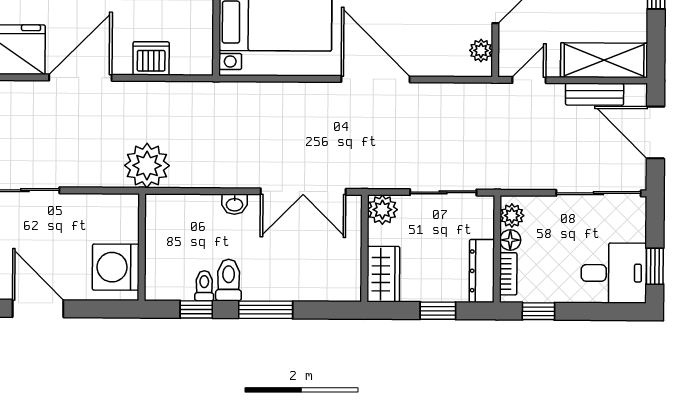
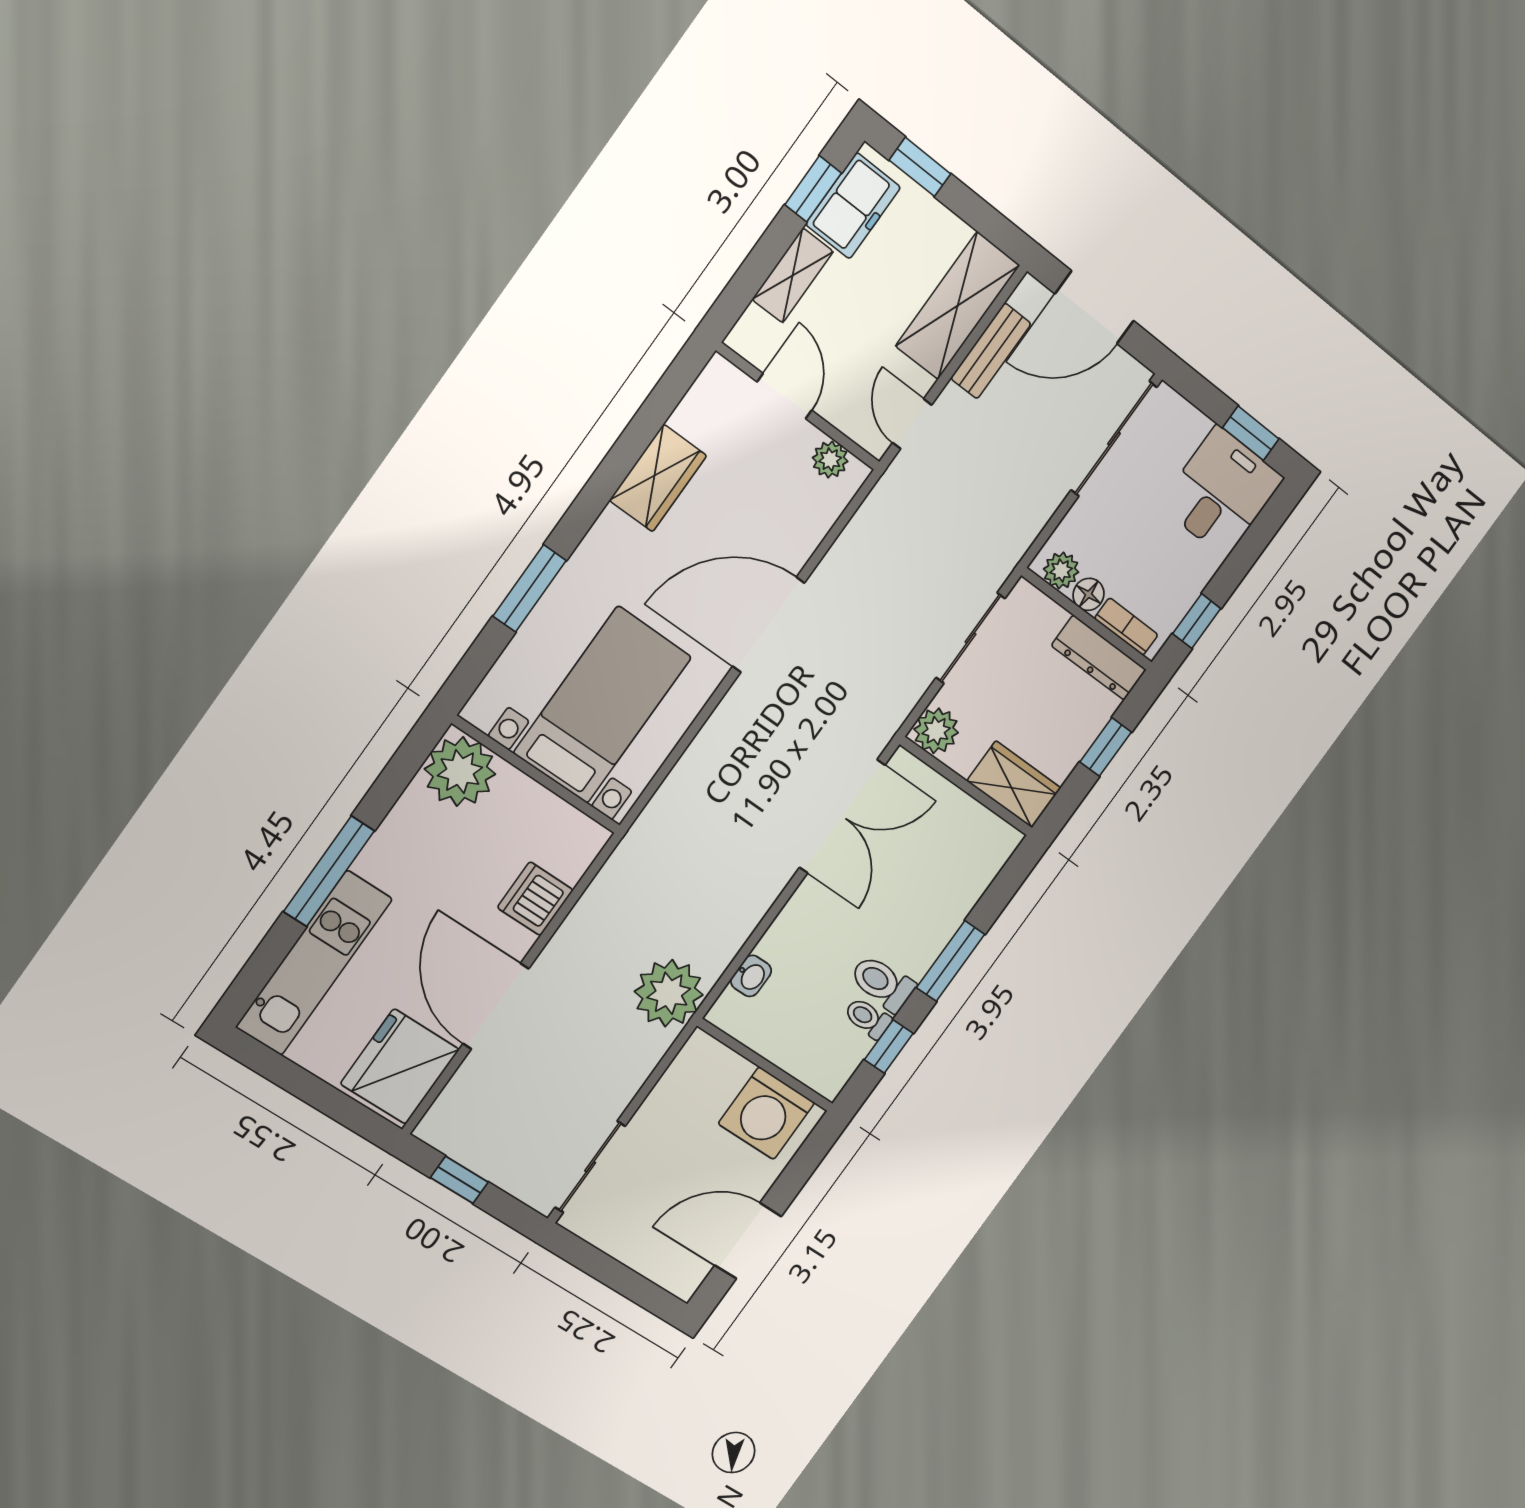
washbasin: (235, 204) -> (751, 976), moved

